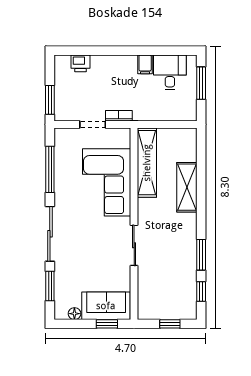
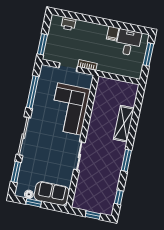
shelving: (147, 163) -> (100, 101), removed
window: (201, 255) -> (126, 160), moved
window: (107, 324) -> (34, 203), moved

